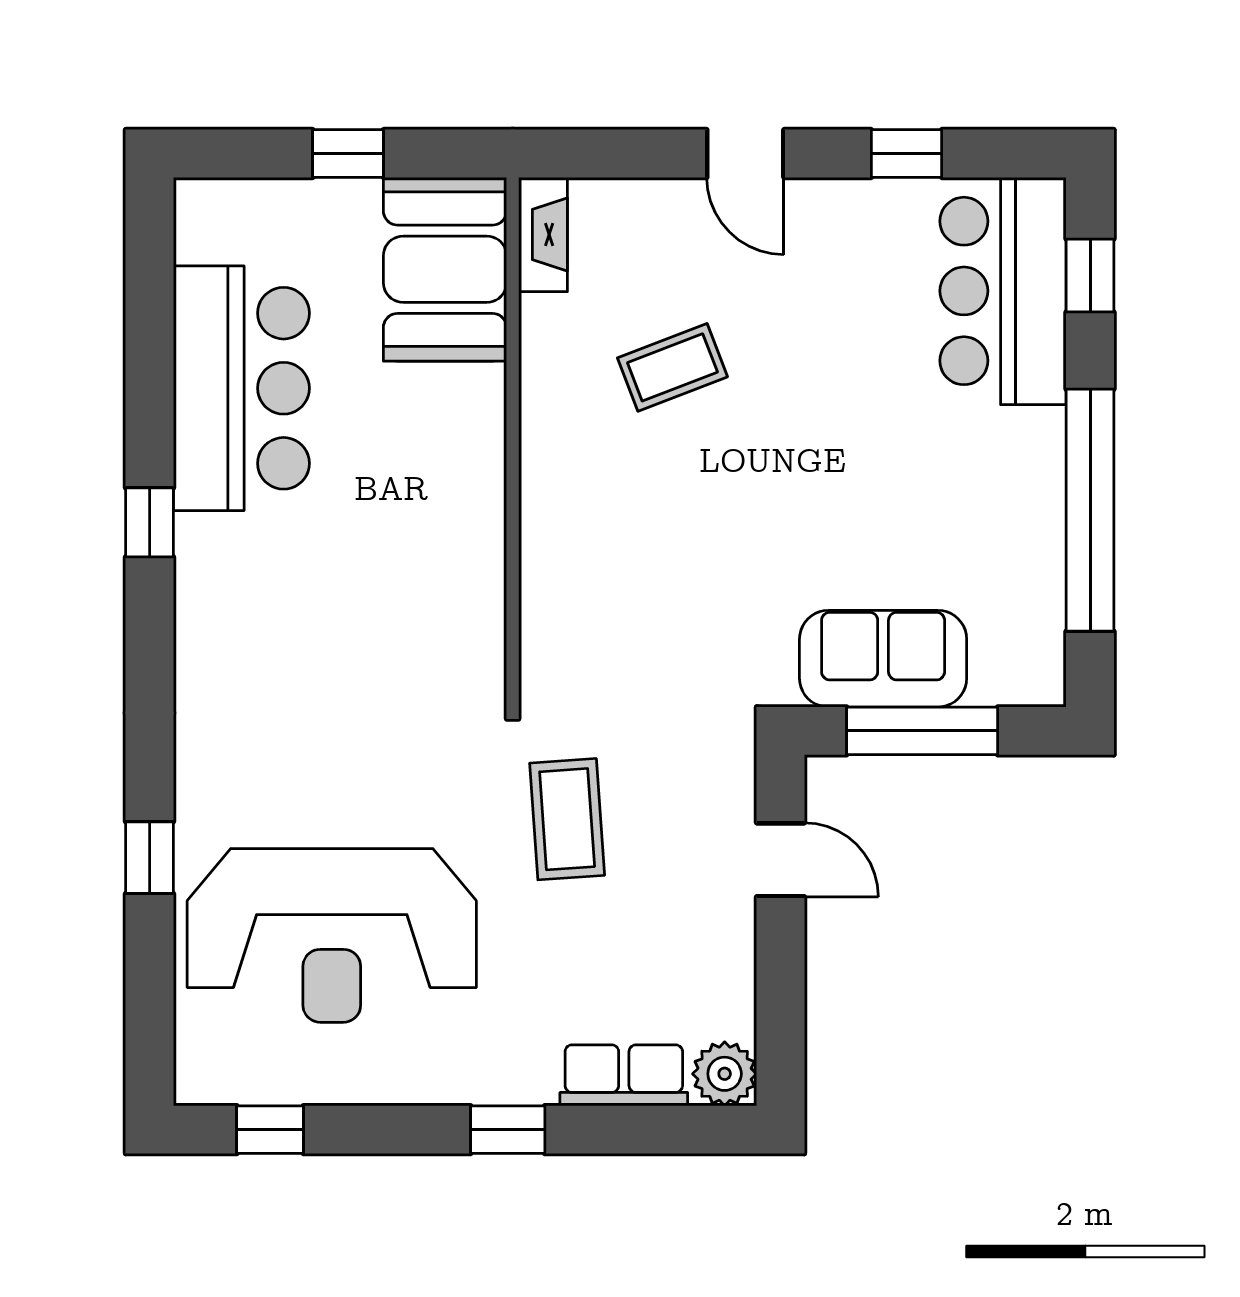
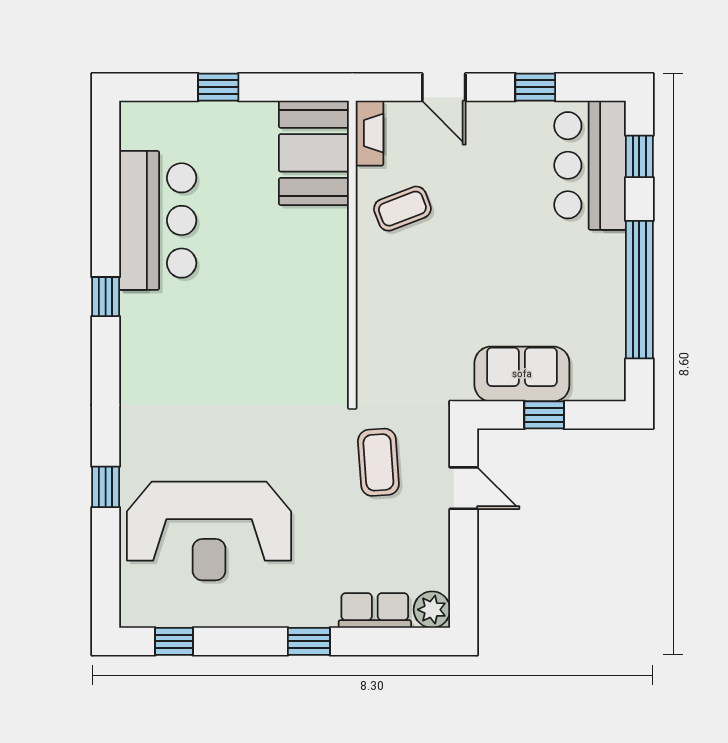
fireplace: (543, 234) -> (369, 133), moved
booth: (445, 269) -> (314, 153), moved
wall: (513, 442) -> (352, 251), moved
window: (922, 731) -> (544, 415), width x0.46
coffee table: (567, 819) -> (378, 462), moved

